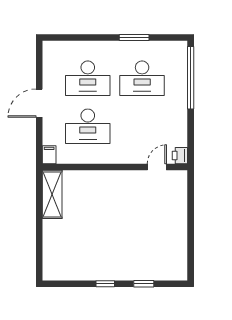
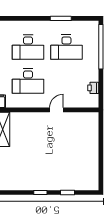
printer: (180, 156) -> (93, 88), moved
door: (157, 167) -> (56, 110), moved

